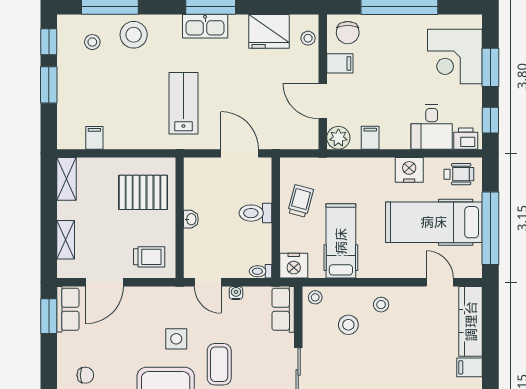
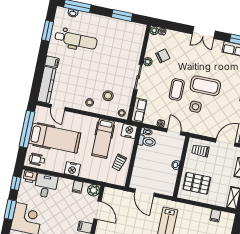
nightstand: (409, 170) -> (72, 169), moved
toilet: (255, 213) -> (147, 141), moved

